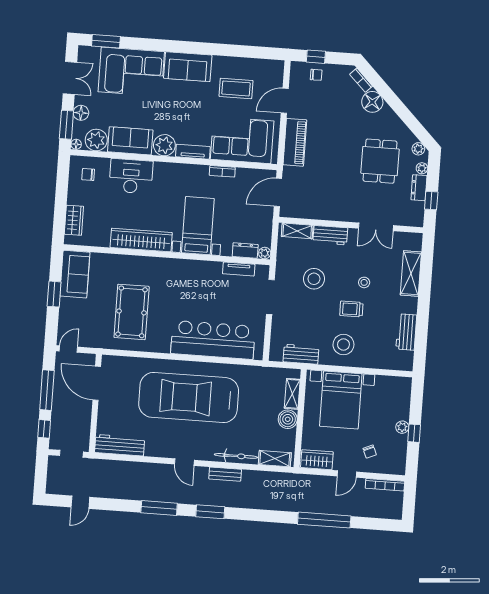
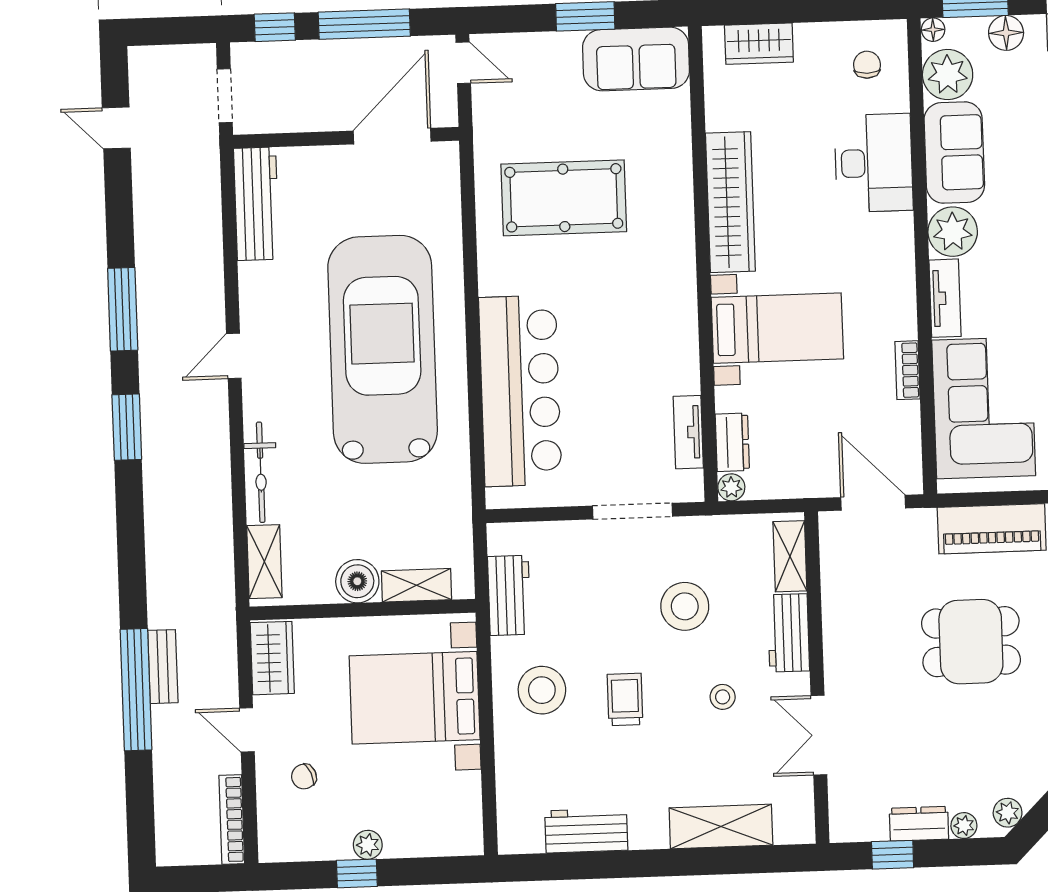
dining table: (380, 161) -> (971, 642), moved
stool: (364, 282) -> (723, 697), moved
bench: (225, 474) -> (163, 667), moved

